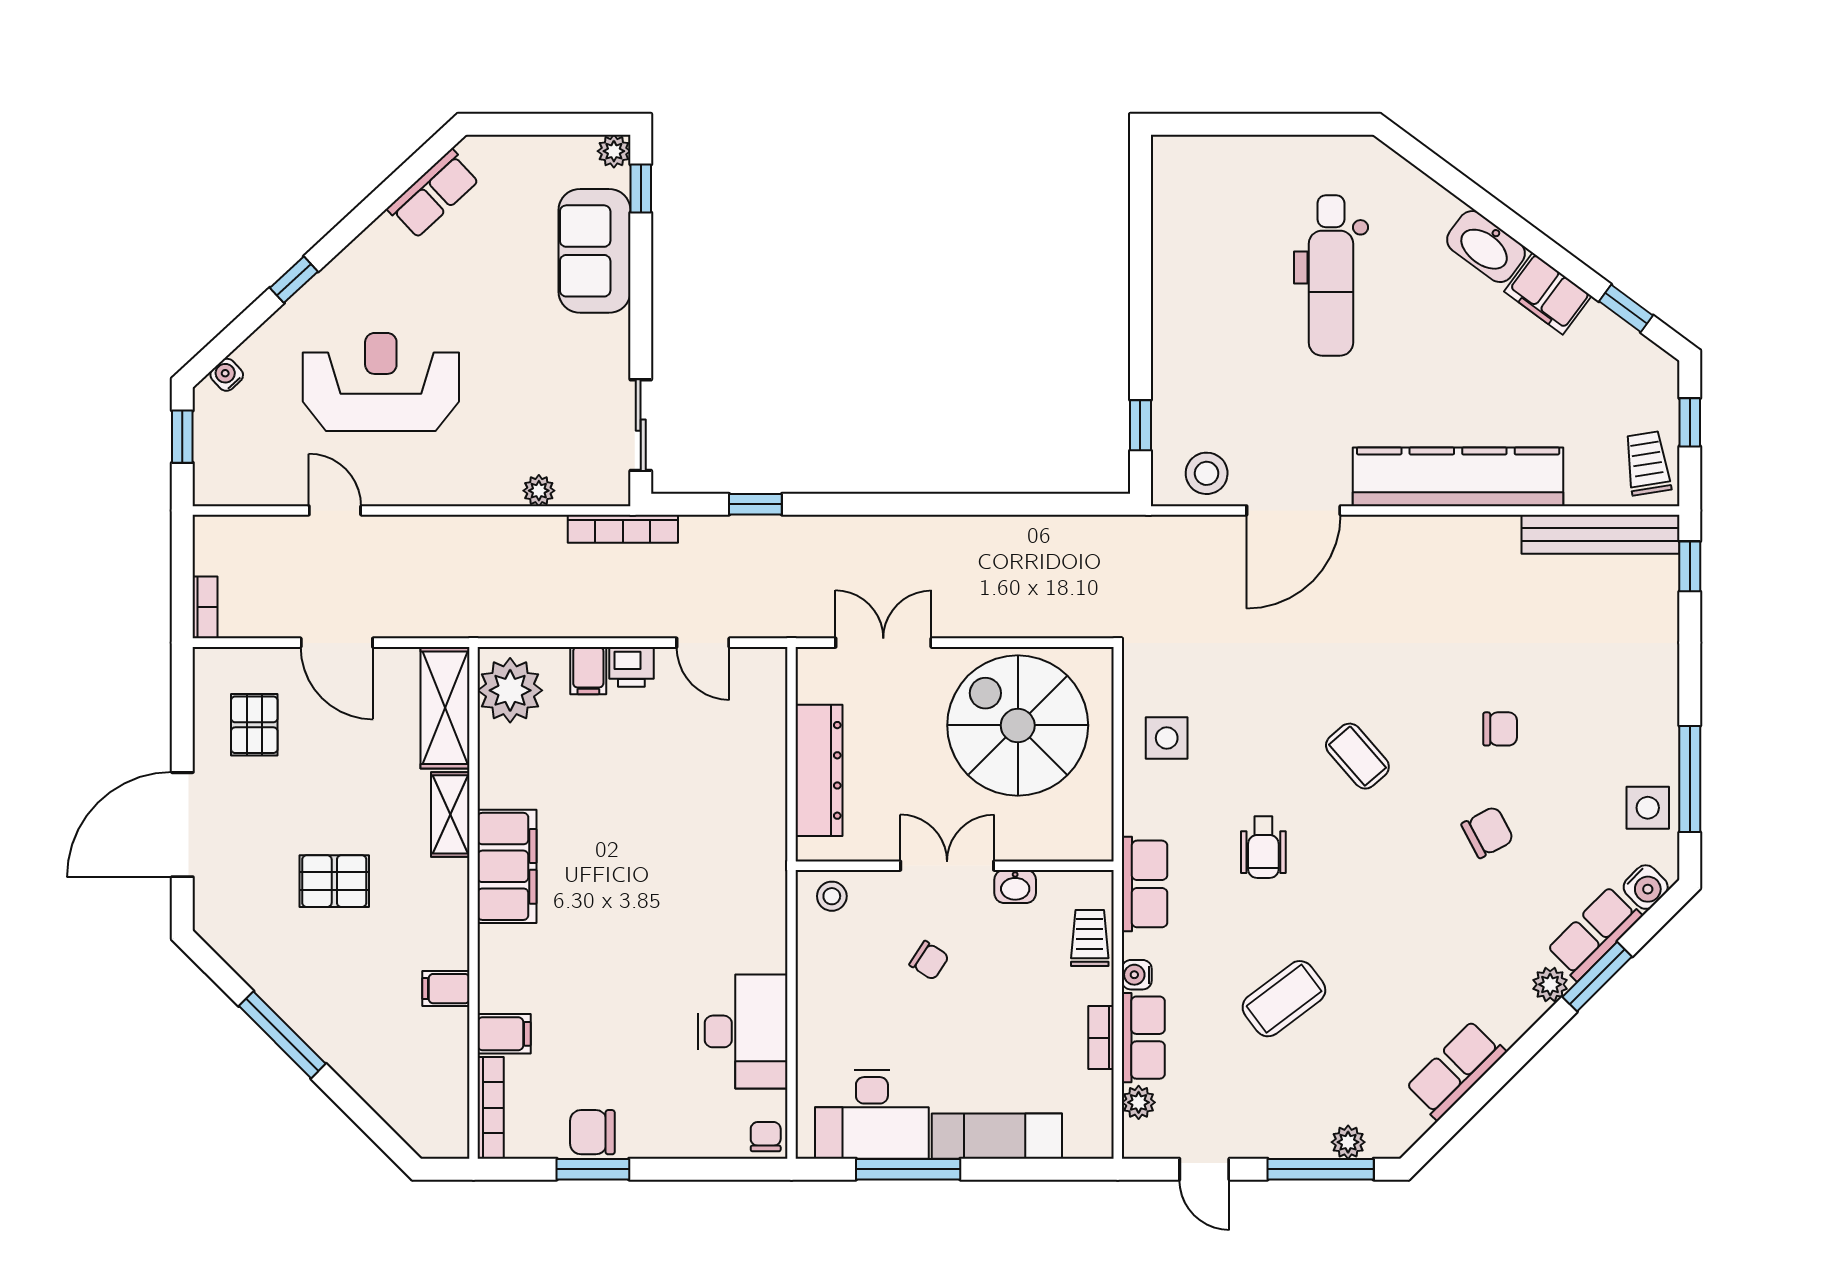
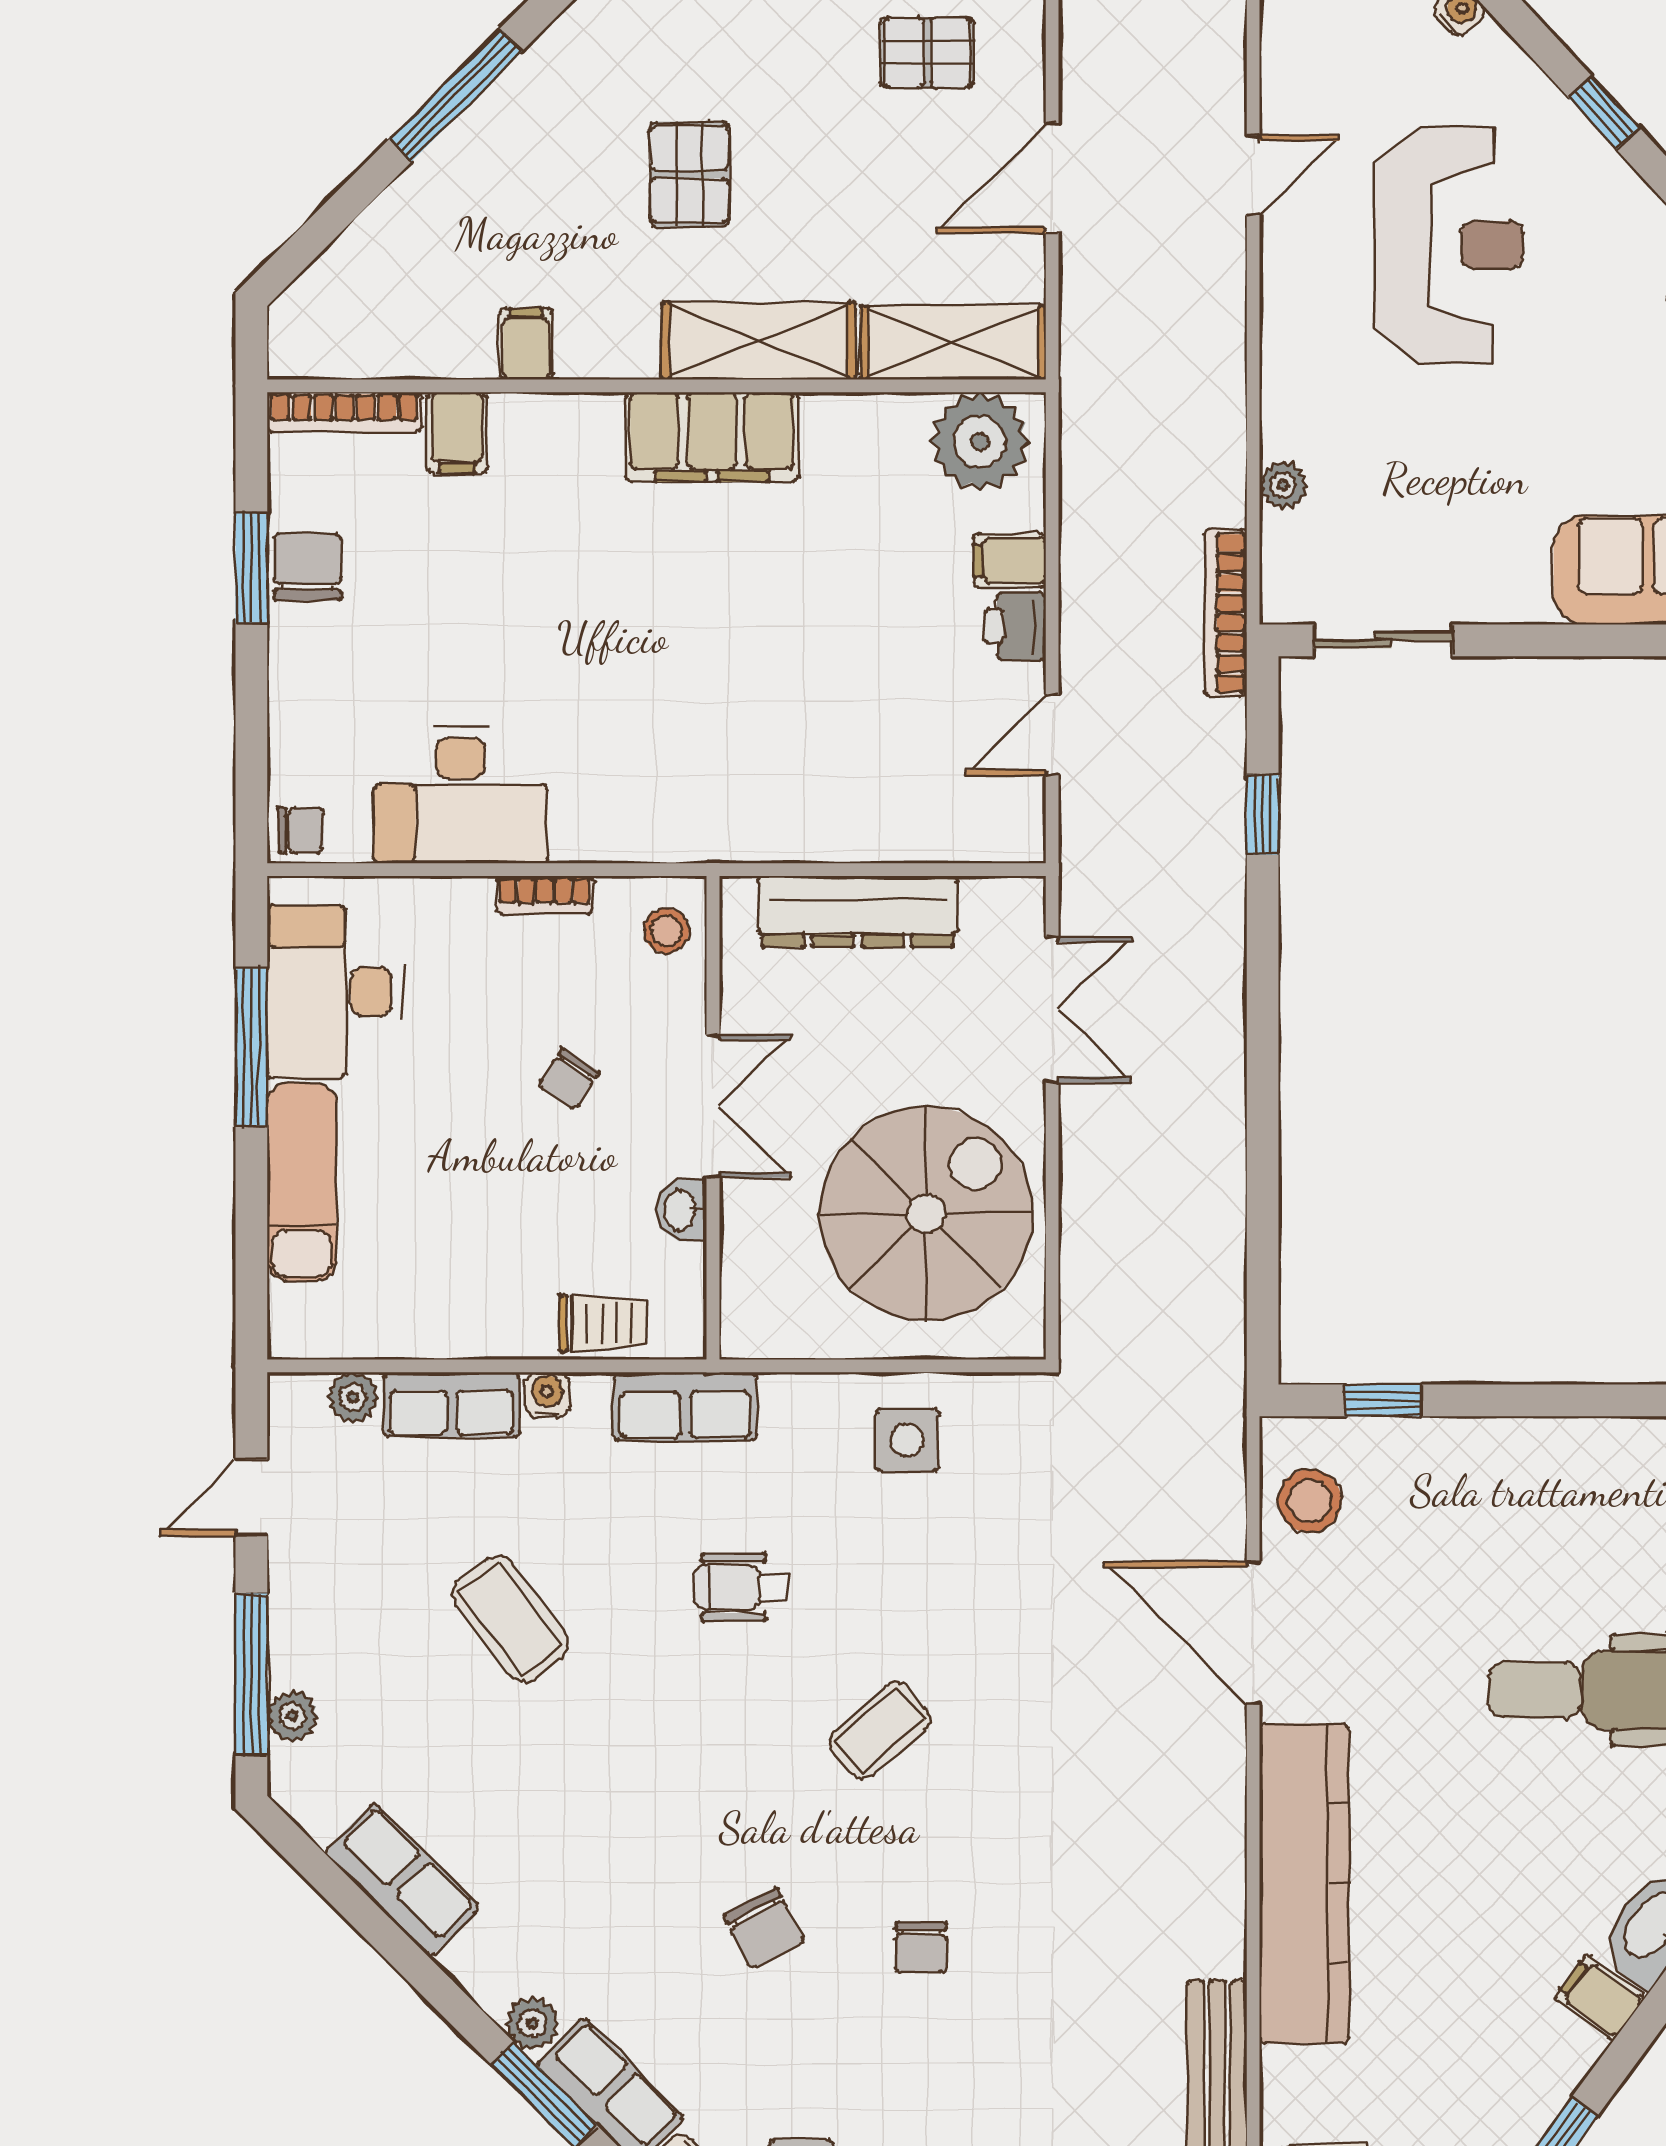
filing cabinet: (1548, 294) -> (1599, 1998), width x0.50
shelving: (450, 814) -> (759, 341), width x1.50, depth x1.33
bookcase: (1101, 1038) -> (545, 895), moved, turned 180

